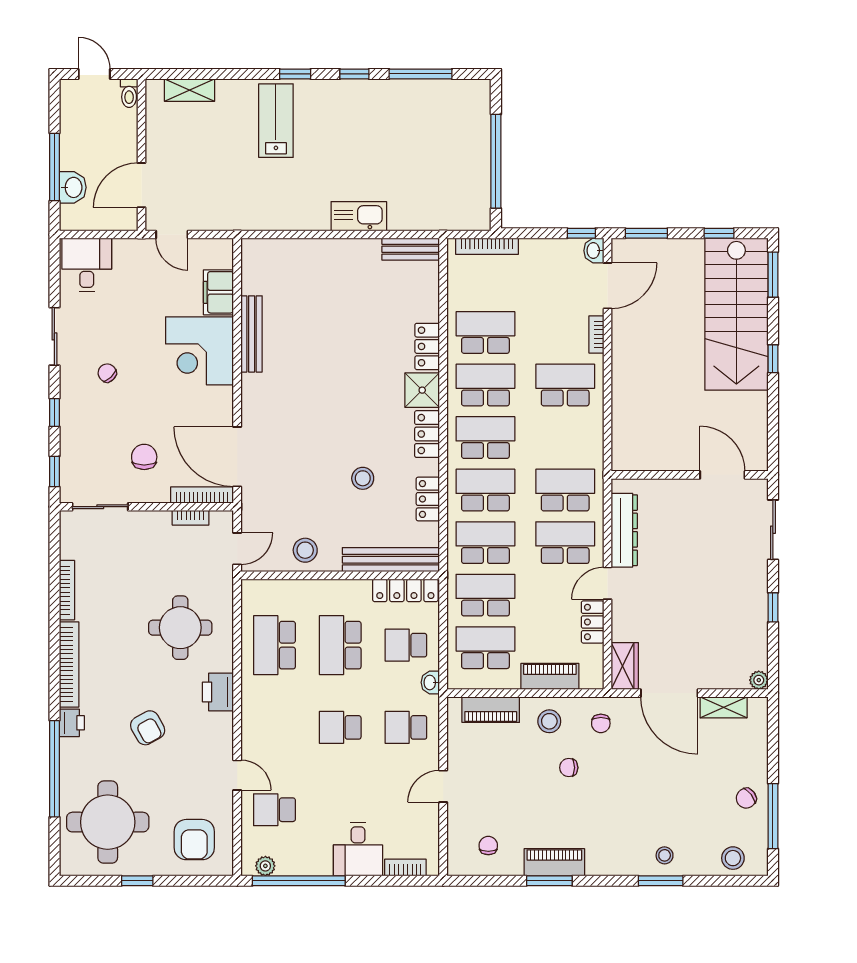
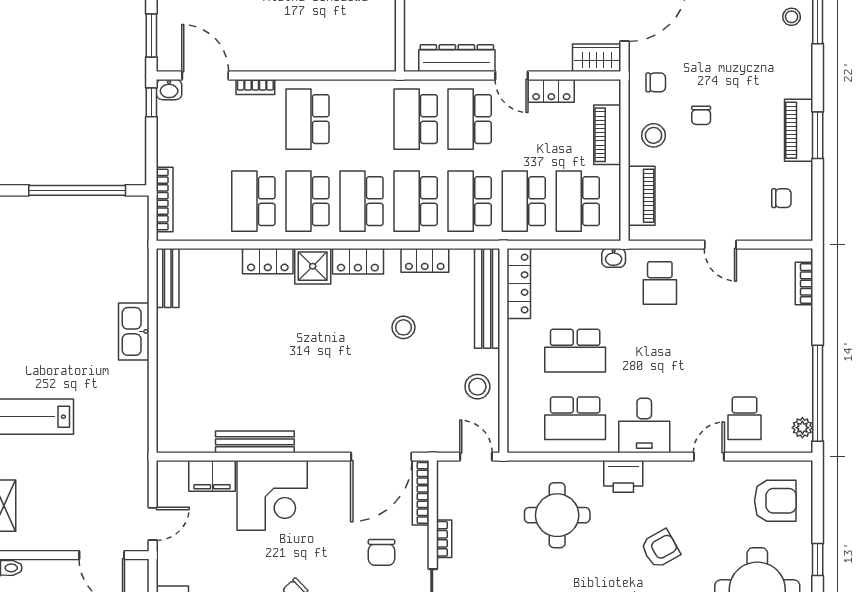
chair: (144, 457) -> (381, 552), turned -90
bookcase: (191, 518) -> (444, 539), moved
school desk: (406, 645) -> (575, 283), removed
school desk: (340, 727) -> (660, 351), removed
chair: (488, 846) -> (781, 198), turned 180
desk: (358, 849) -> (644, 426), moved, turned 90

